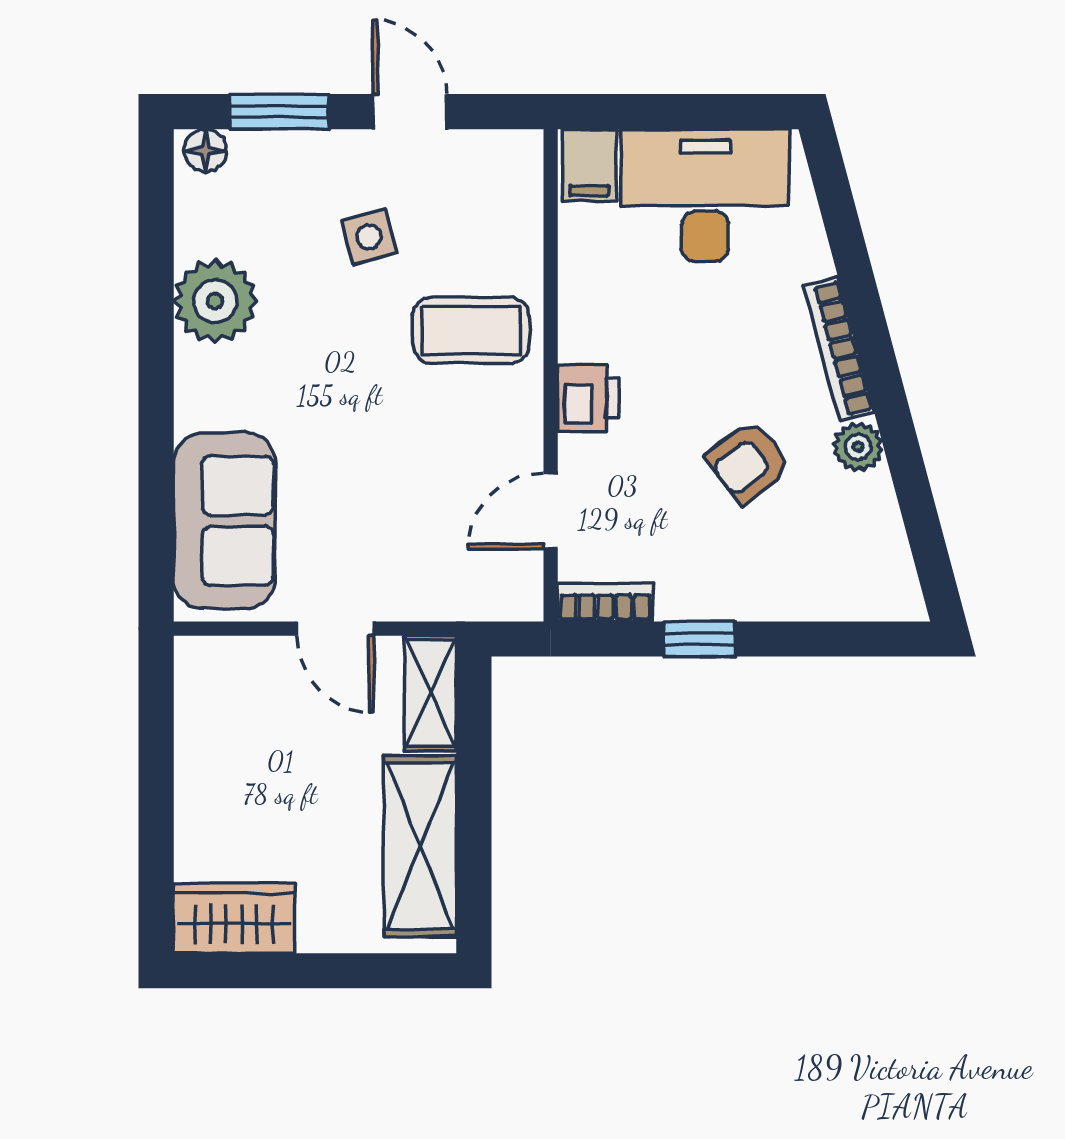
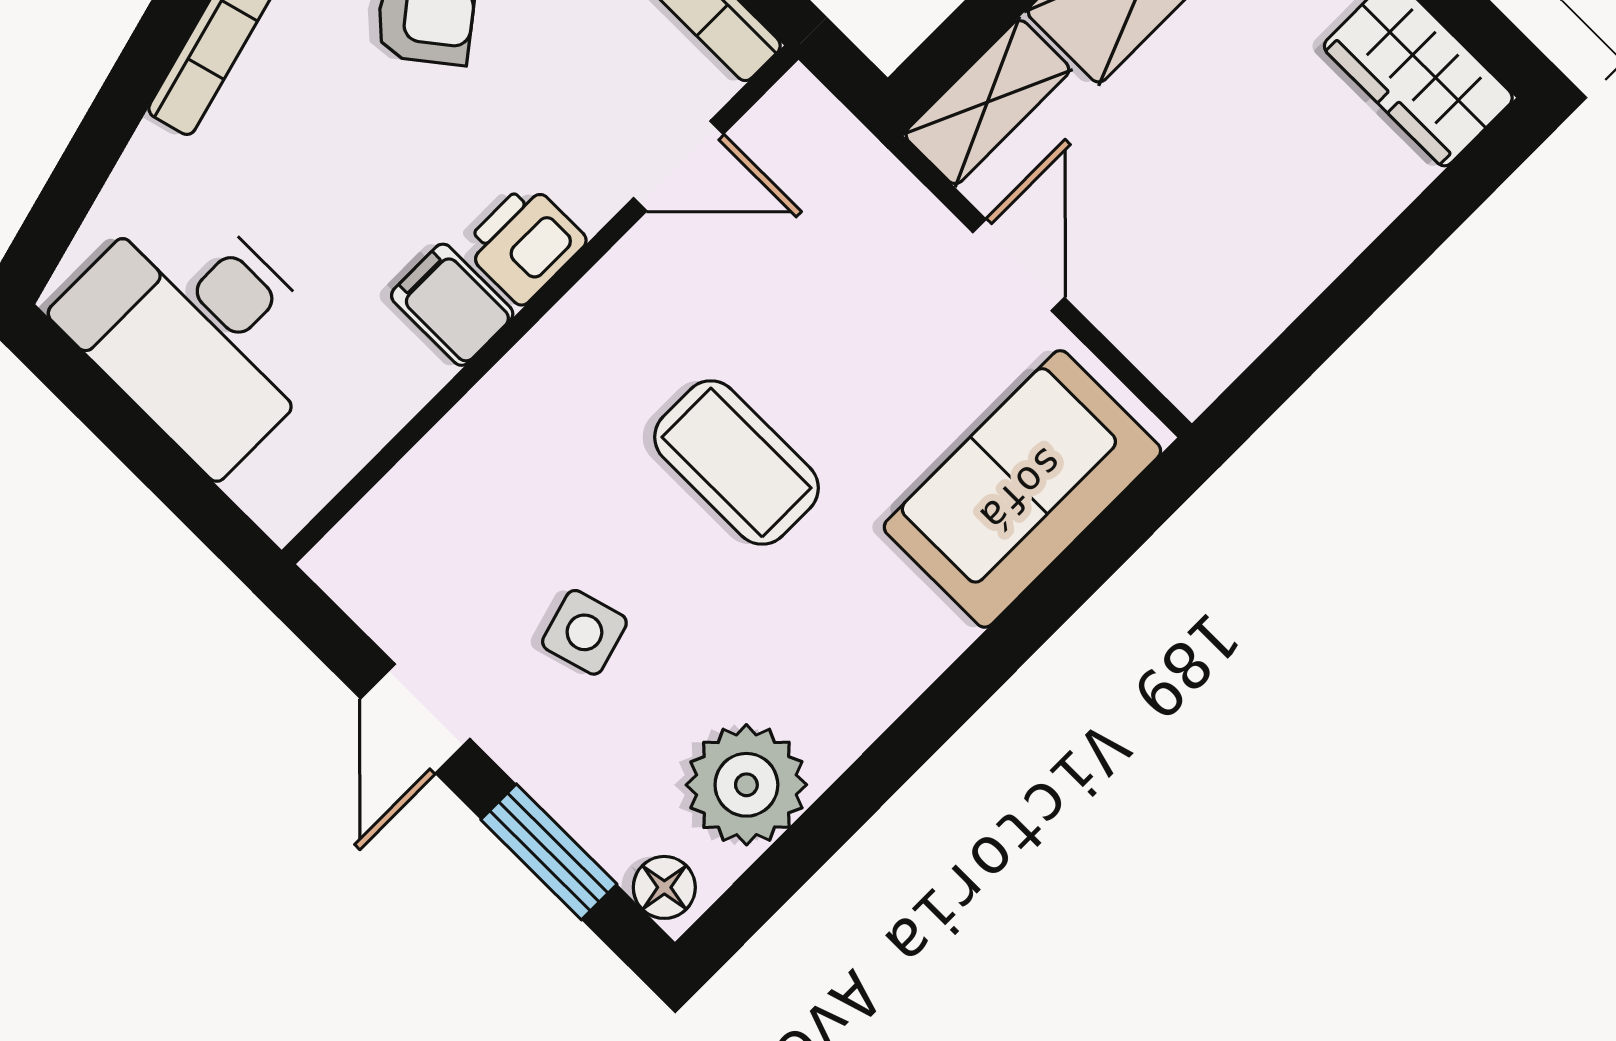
filing cabinet: (589, 165) -> (452, 305), moved, turned -90
plant: (215, 301) -> (746, 785), moved
coffee table: (471, 330) -> (736, 462), moved

